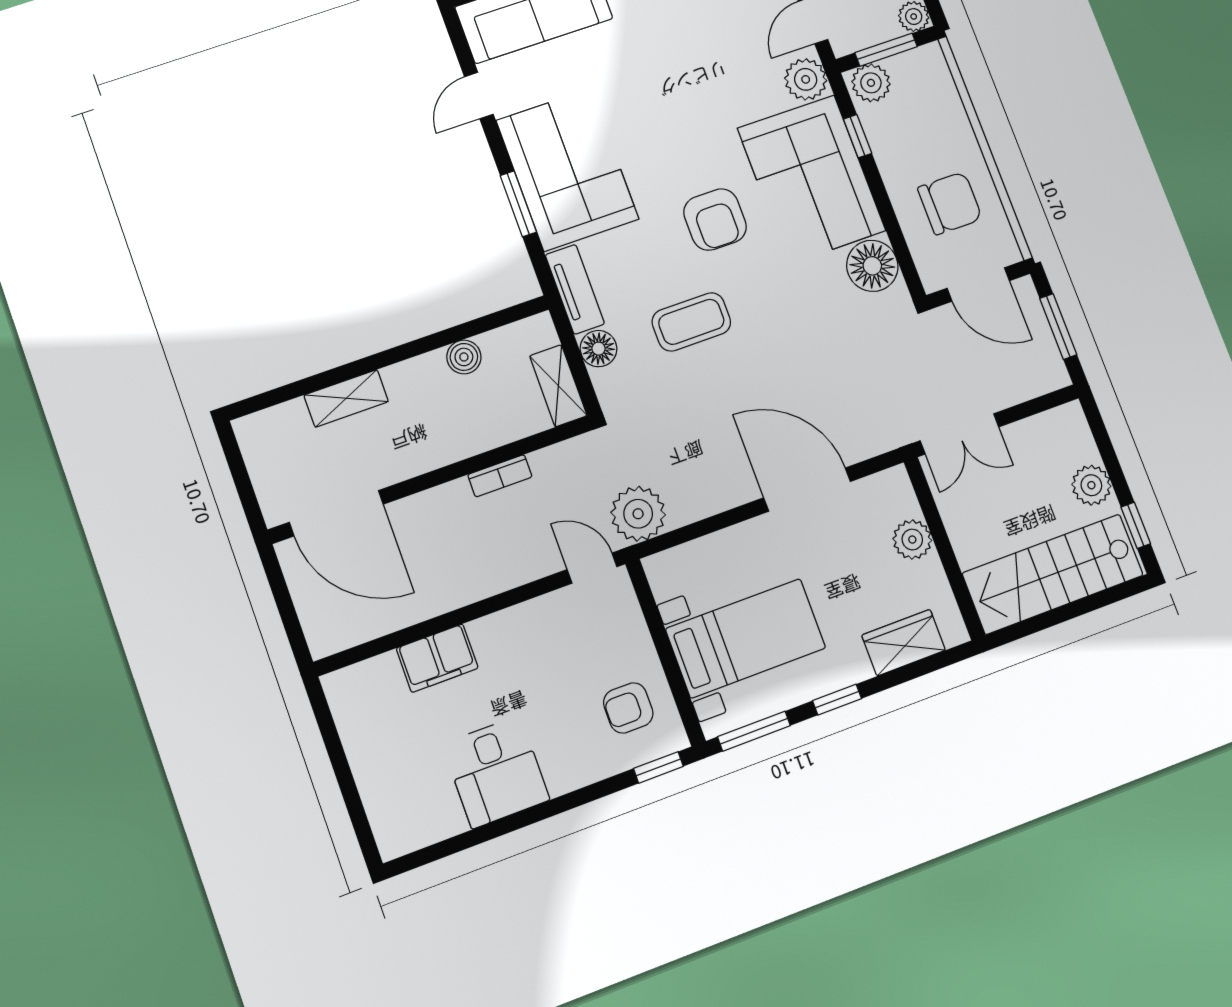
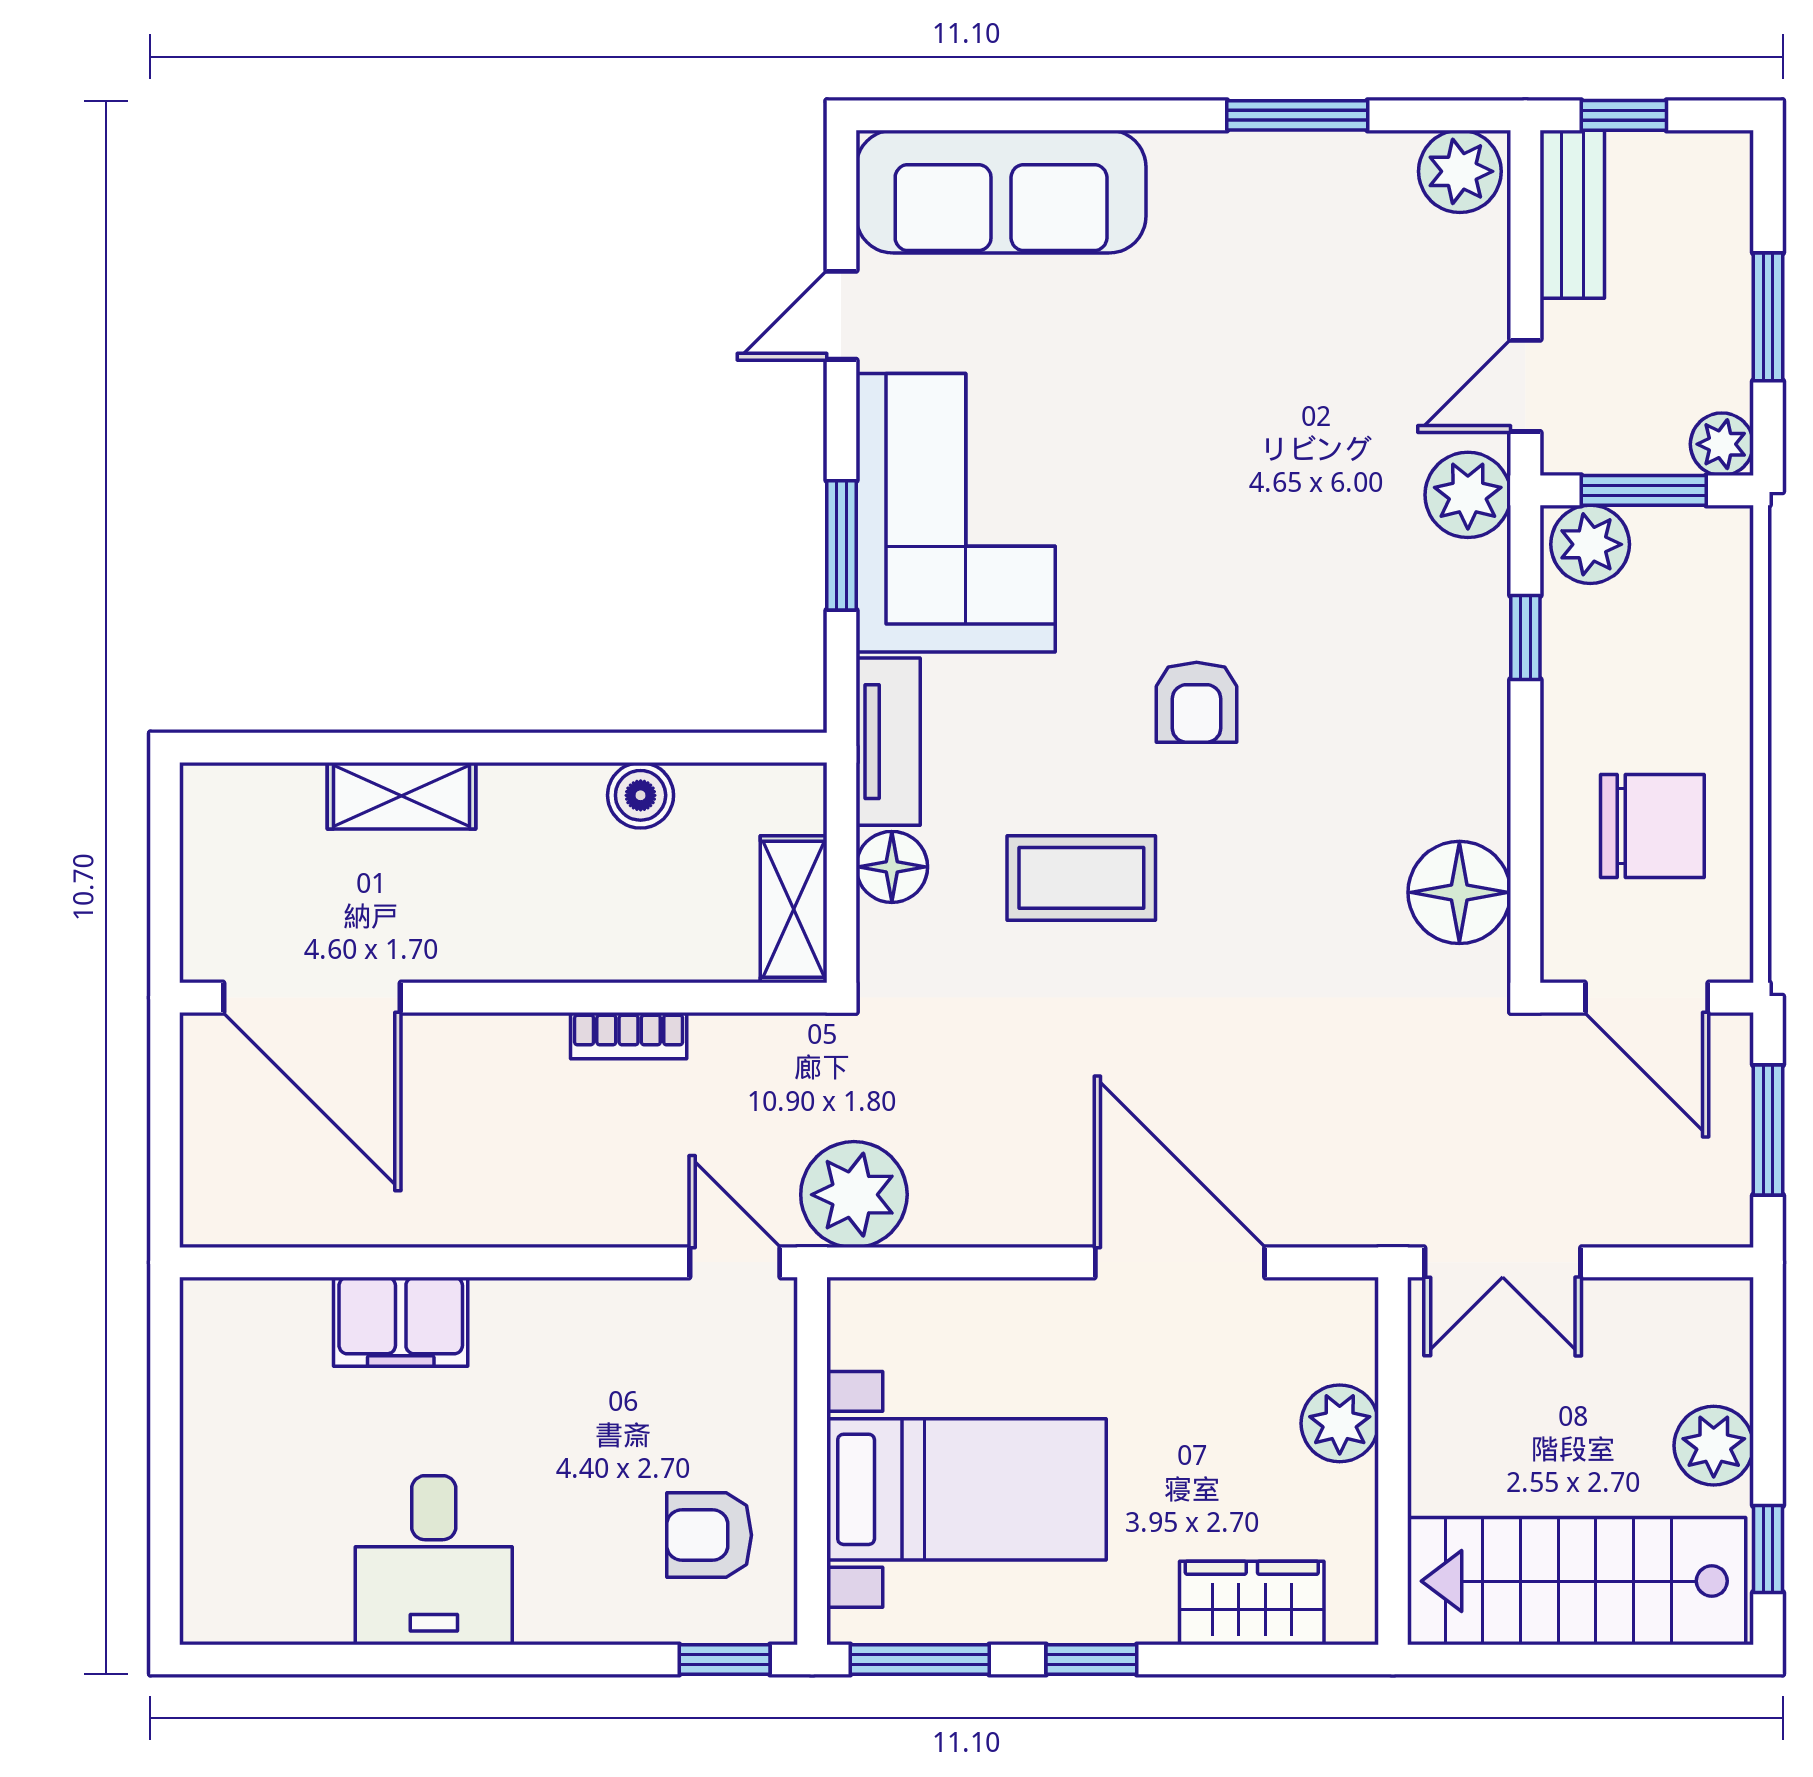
corner sofa: (811, 179) -> (1407, 689), removed
armchair: (715, 220) -> (1197, 702), width x0.72, depth x0.72

